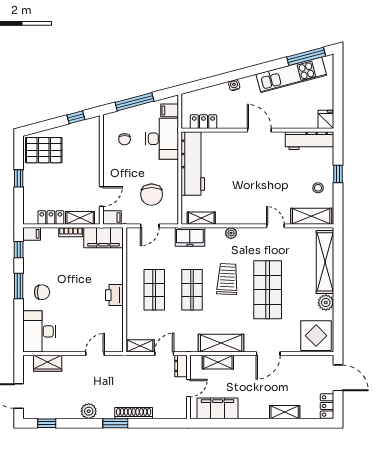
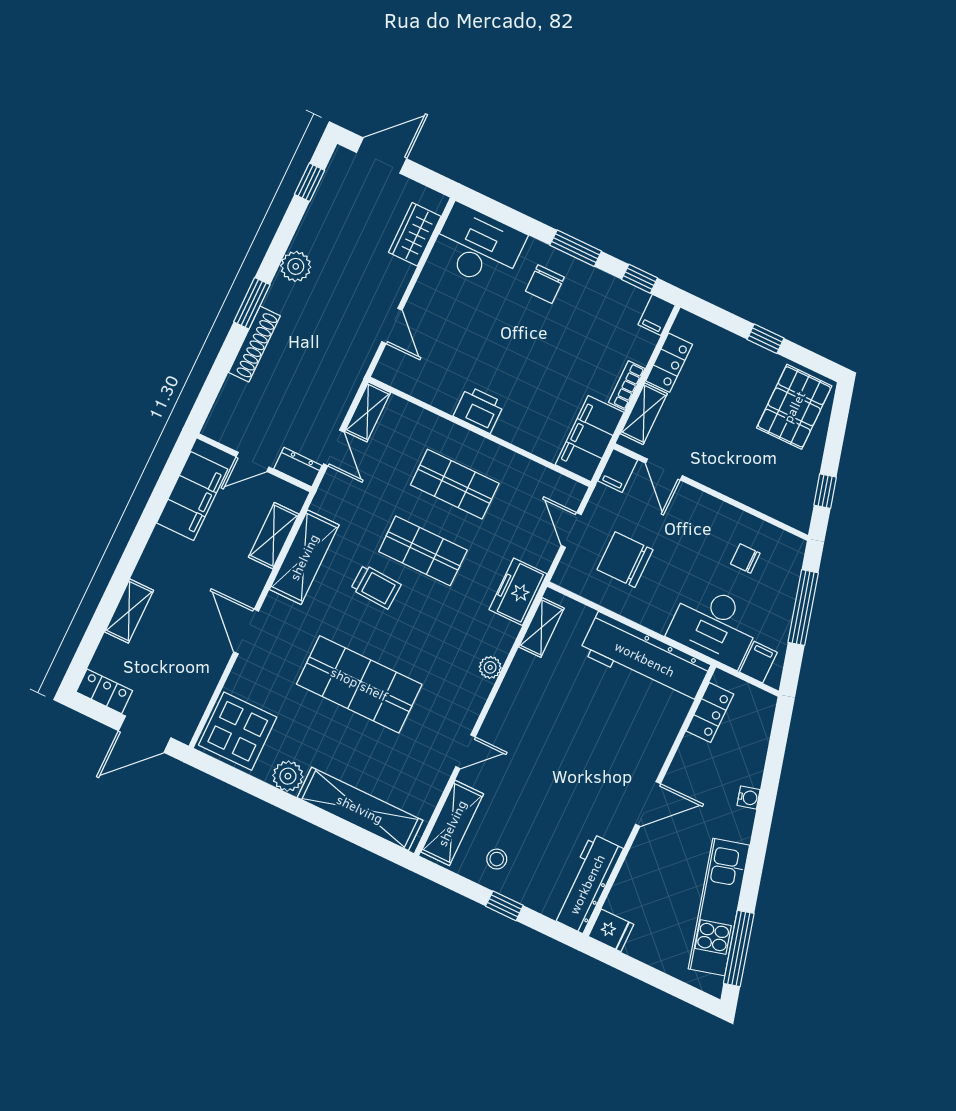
trolley: (227, 279) -> (376, 587), moved, width x0.73, depth x0.72
door: (188, 388) -> (252, 462), hinge flipped

